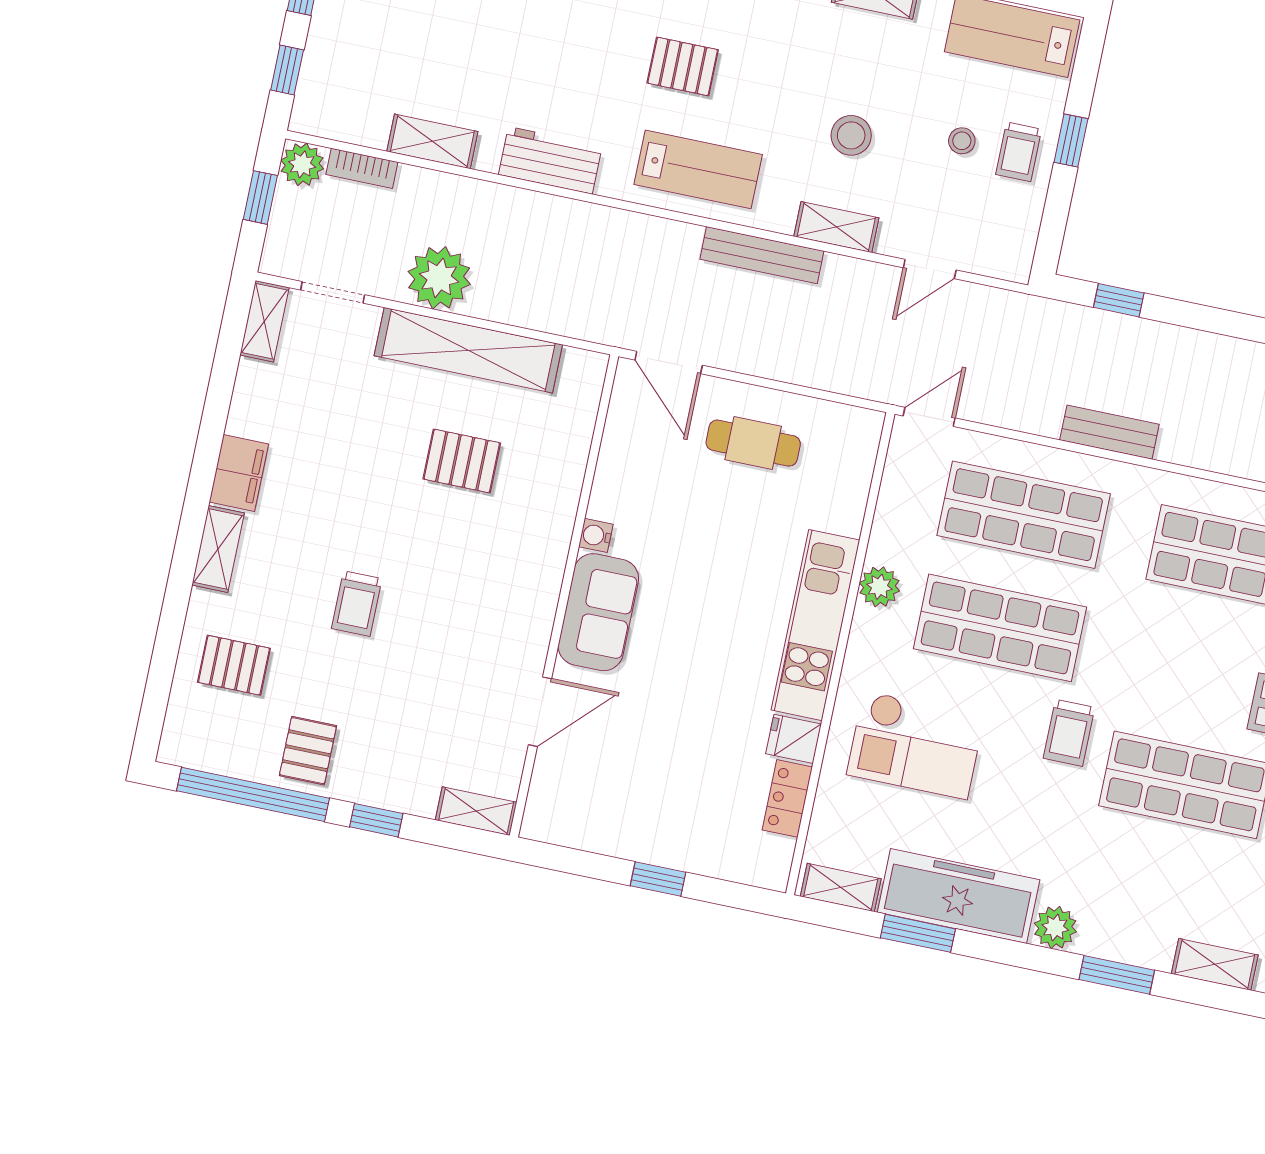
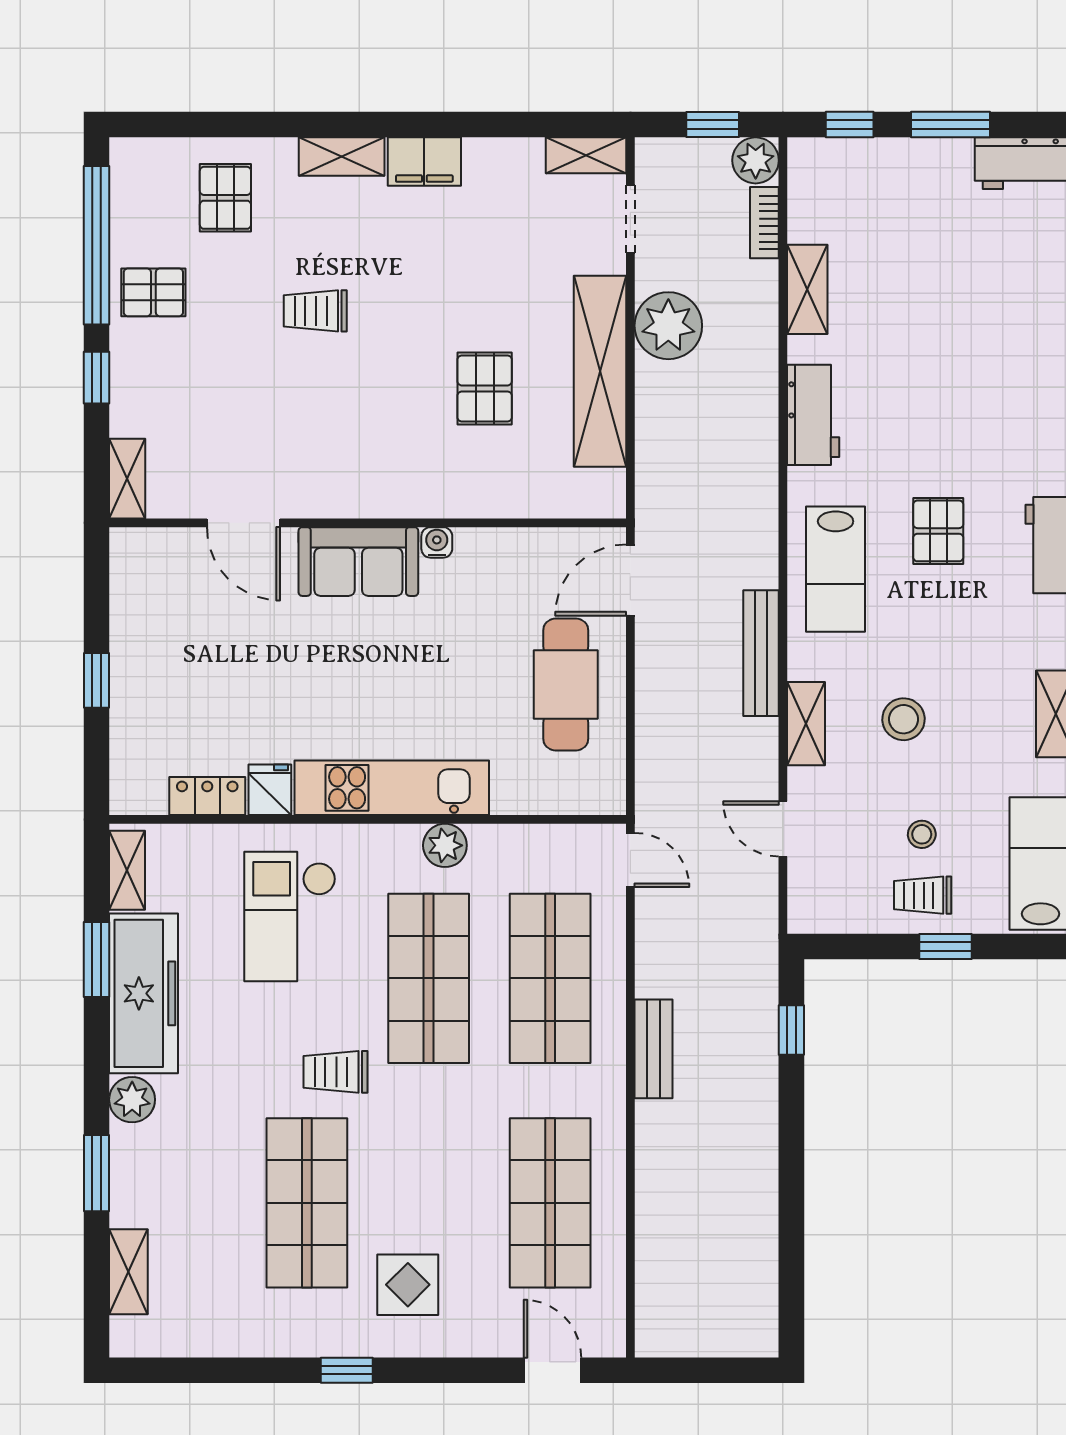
cafe table: (753, 443) -> (566, 684), width x1.37, depth x1.35

